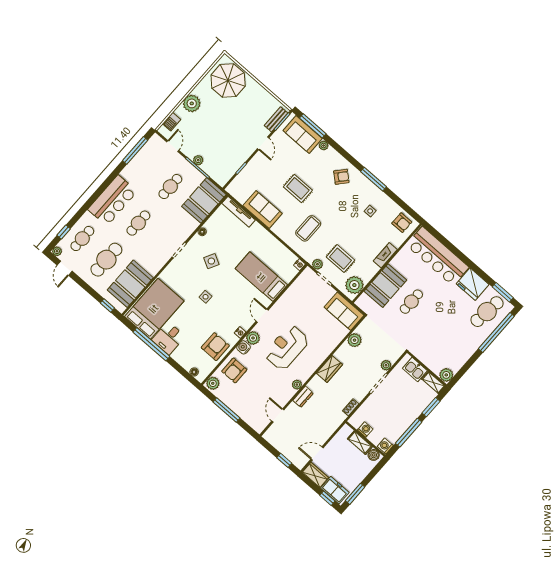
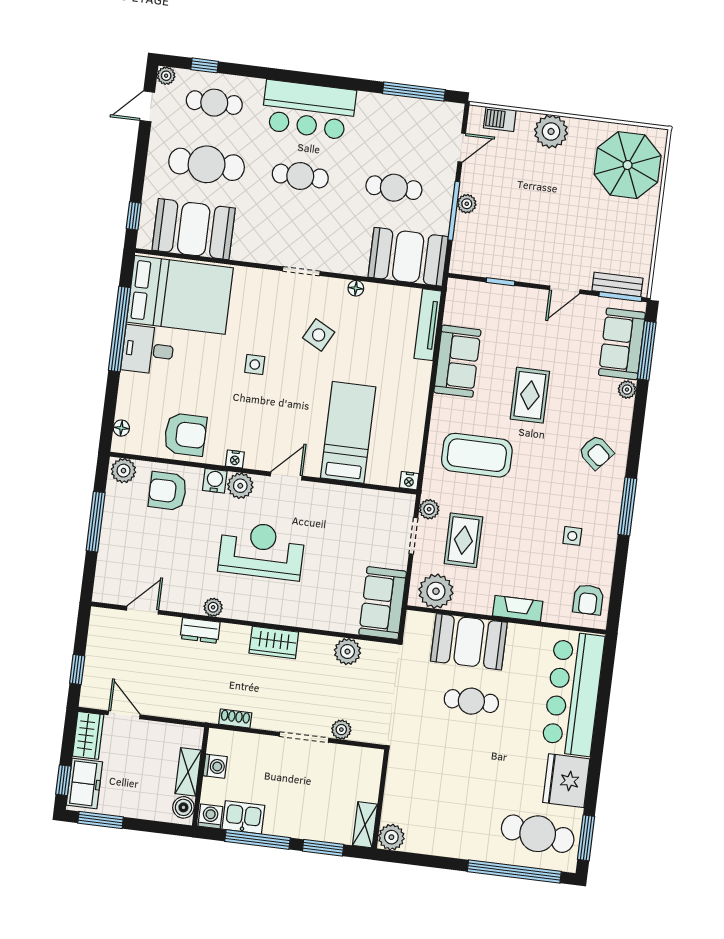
coffee table: (308, 228) -> (477, 455), width x1.36, depth x1.32
kitchen sink: (415, 369) -> (243, 817), moved, turned 90

